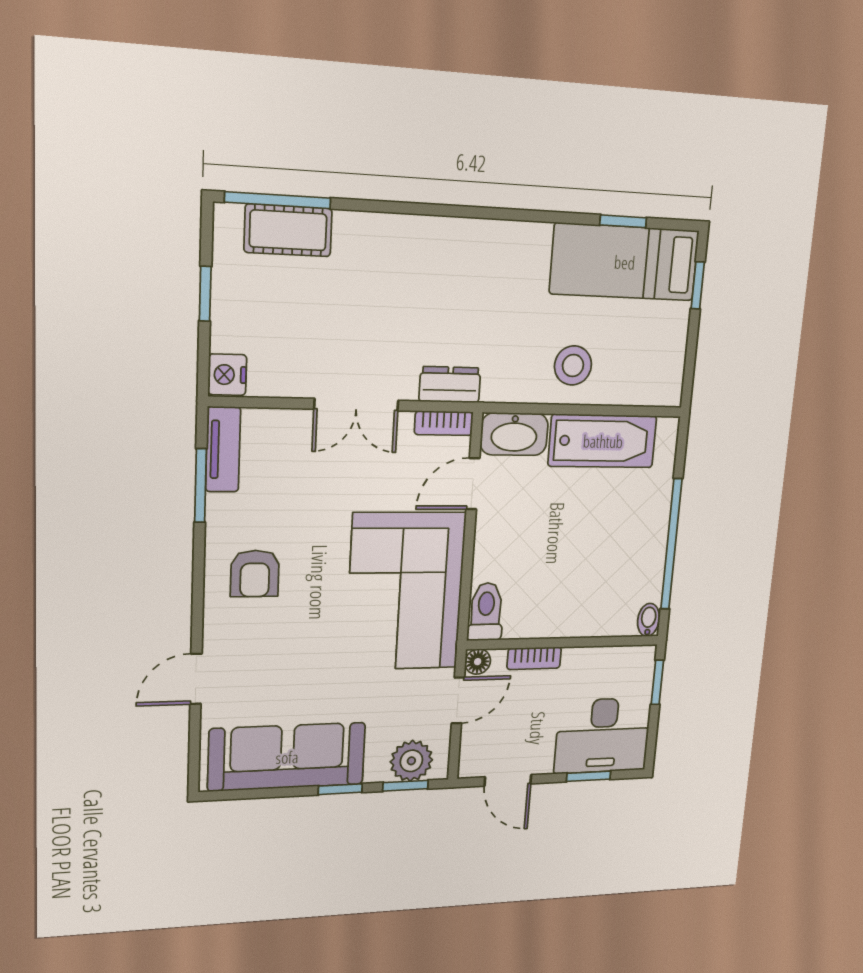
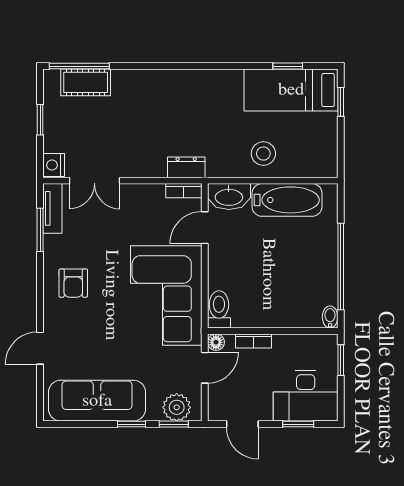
double door: (356, 405) -> (94, 181), moved

